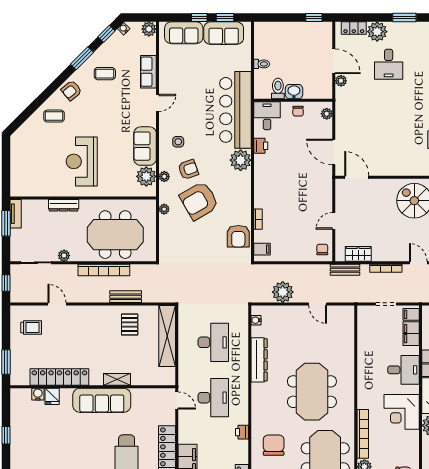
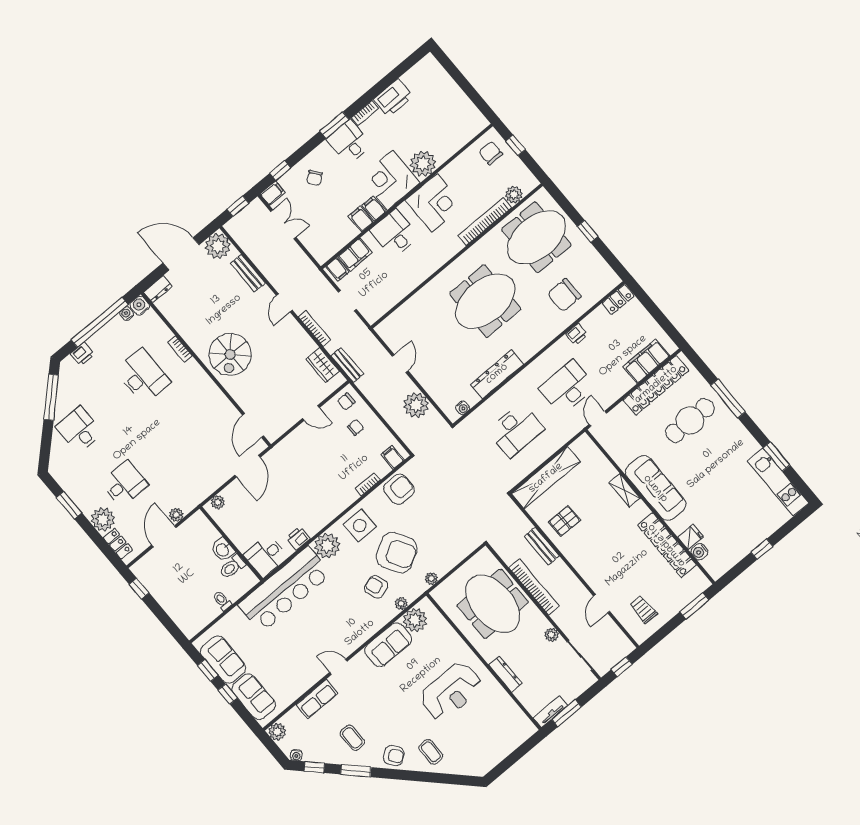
chair: (298, 111) -> (356, 427), moved
side table: (178, 142) -> (360, 526), moved, width x1.87, depth x1.87
desk: (213, 342) -> (516, 430), turned 180

